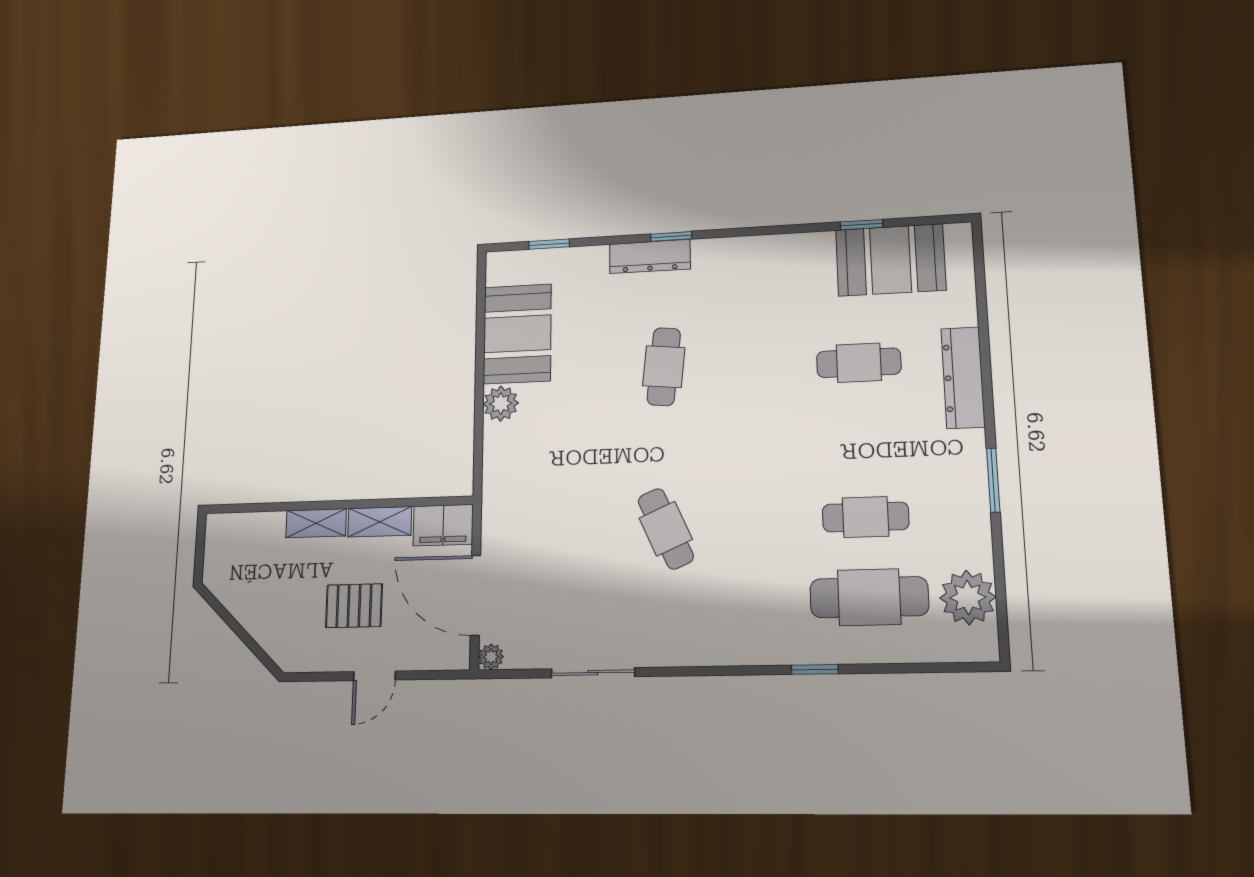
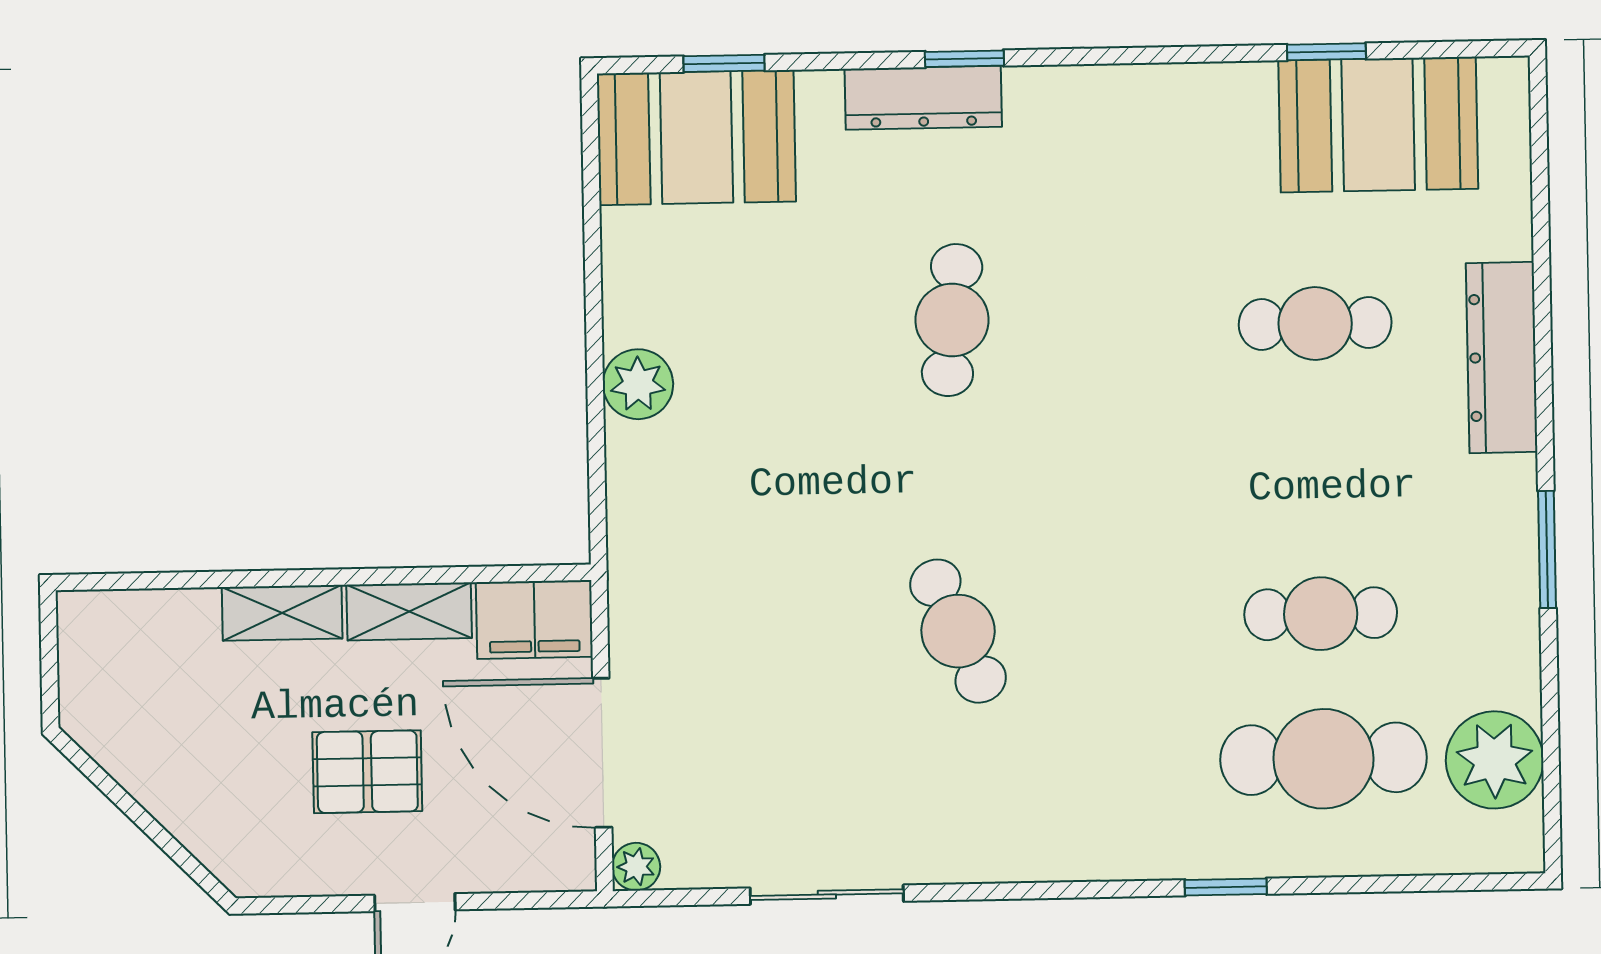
booth: (517, 334) -> (696, 138), moved, turned 90

